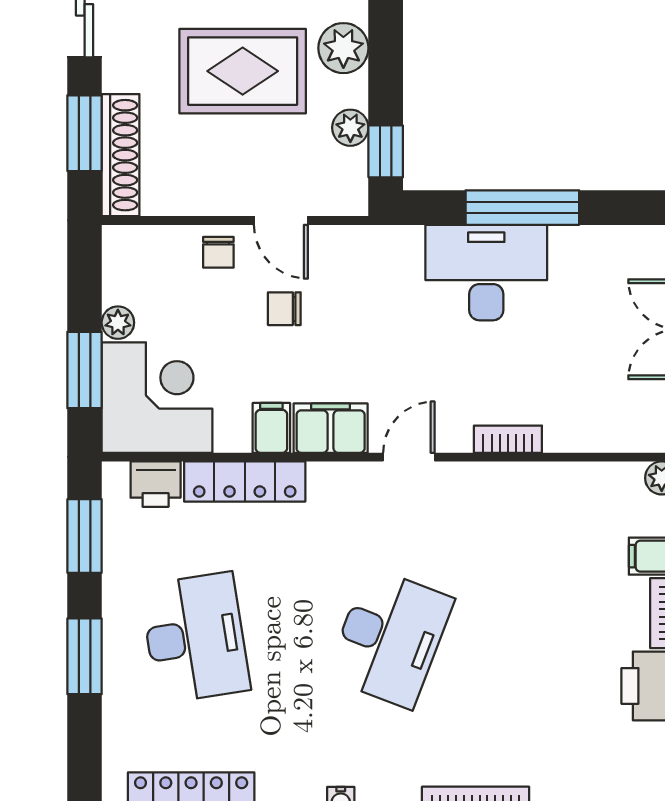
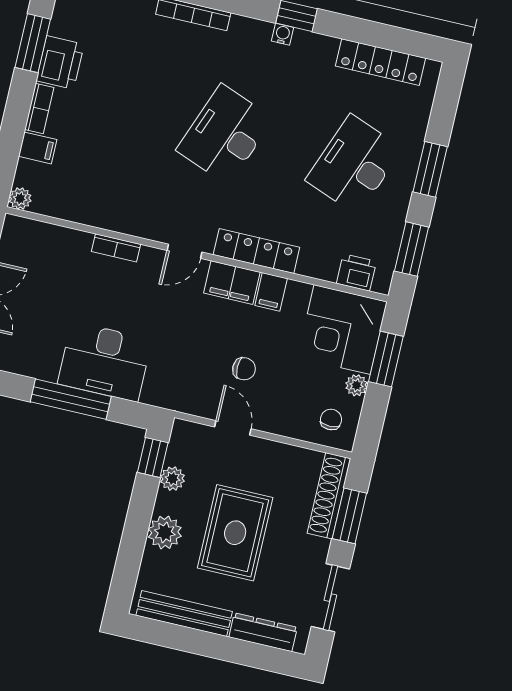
rug: (243, 71) -> (235, 533), turned 90
chair: (218, 252) -> (331, 420), moved
locker: (245, 481) -> (256, 251), moved
desk: (195, 638) -> (354, 165), turned 30

